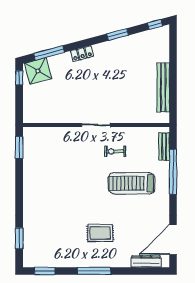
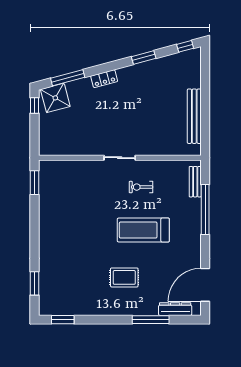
treadmill: (132, 183) -> (143, 230), moved
window: (94, 271) -> (151, 320), moved

